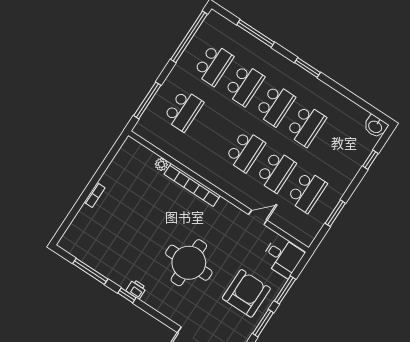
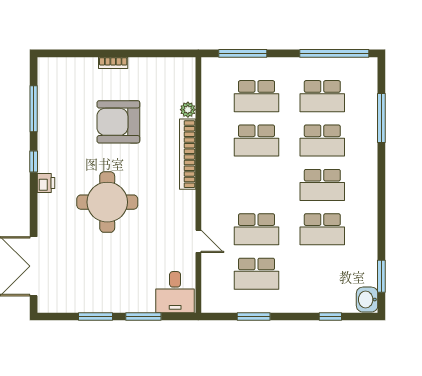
window: (307, 68) -> (381, 276), moved
school desk: (245, 151) -> (256, 141), moved
printer: (136, 289) -> (46, 183), moved
armchair: (246, 293) -> (118, 122), moved, turned 180

